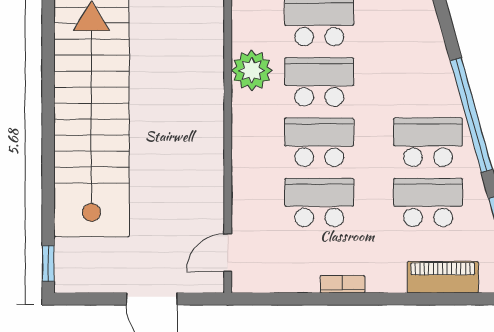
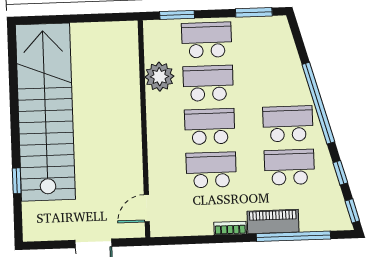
window: (48, 264) -> (17, 181), moved
piano: (443, 277) -> (273, 222), moved
window: (430, 299) -> (293, 236), added

